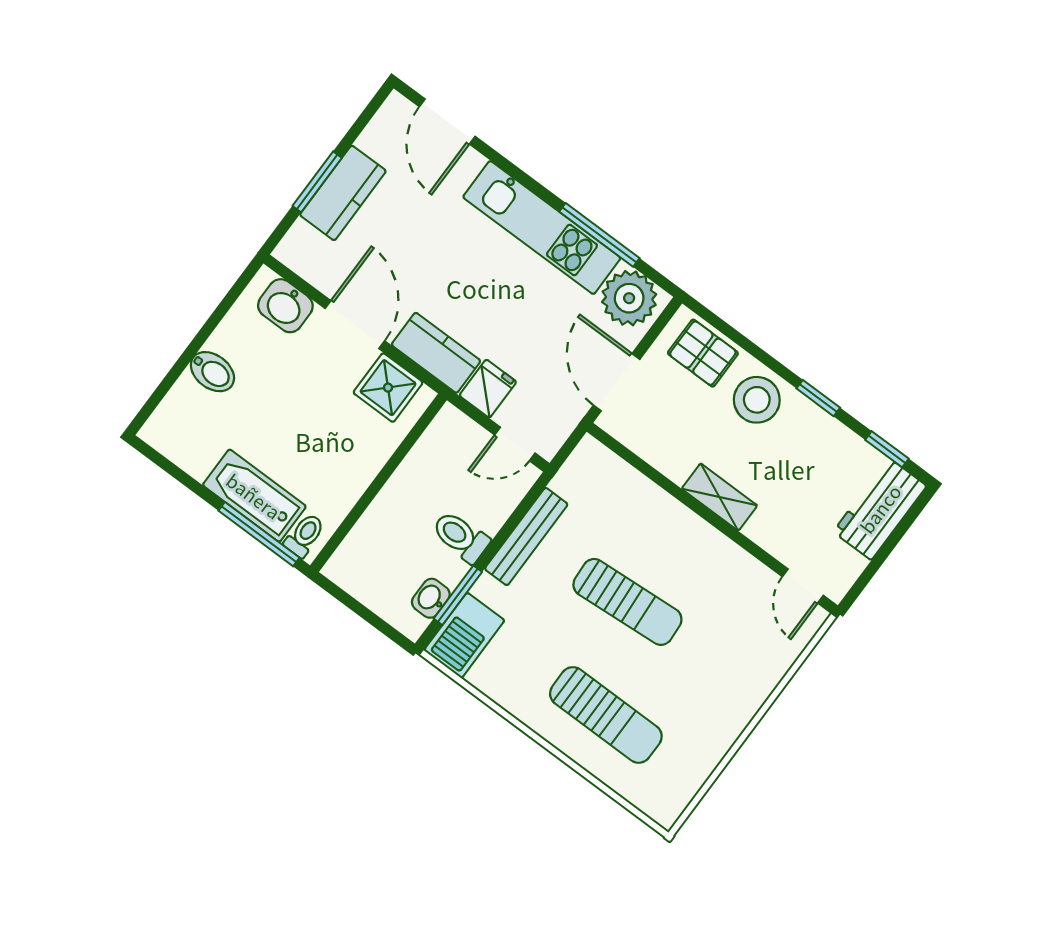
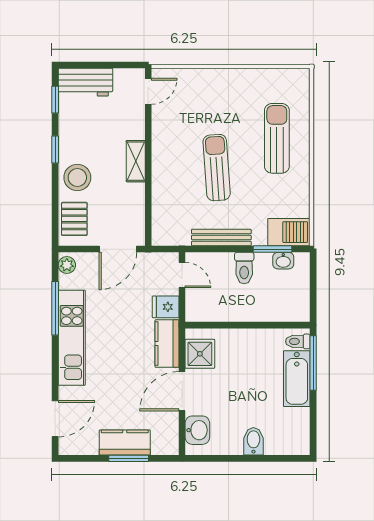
plant: (629, 298) -> (67, 265), width x0.53, depth x0.53

